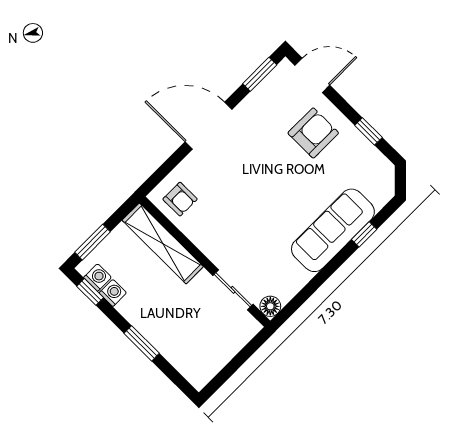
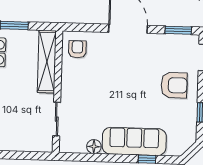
armchair: (180, 199) -> (77, 49), turned 180
floor lamp: (270, 306) -> (94, 147), moved

